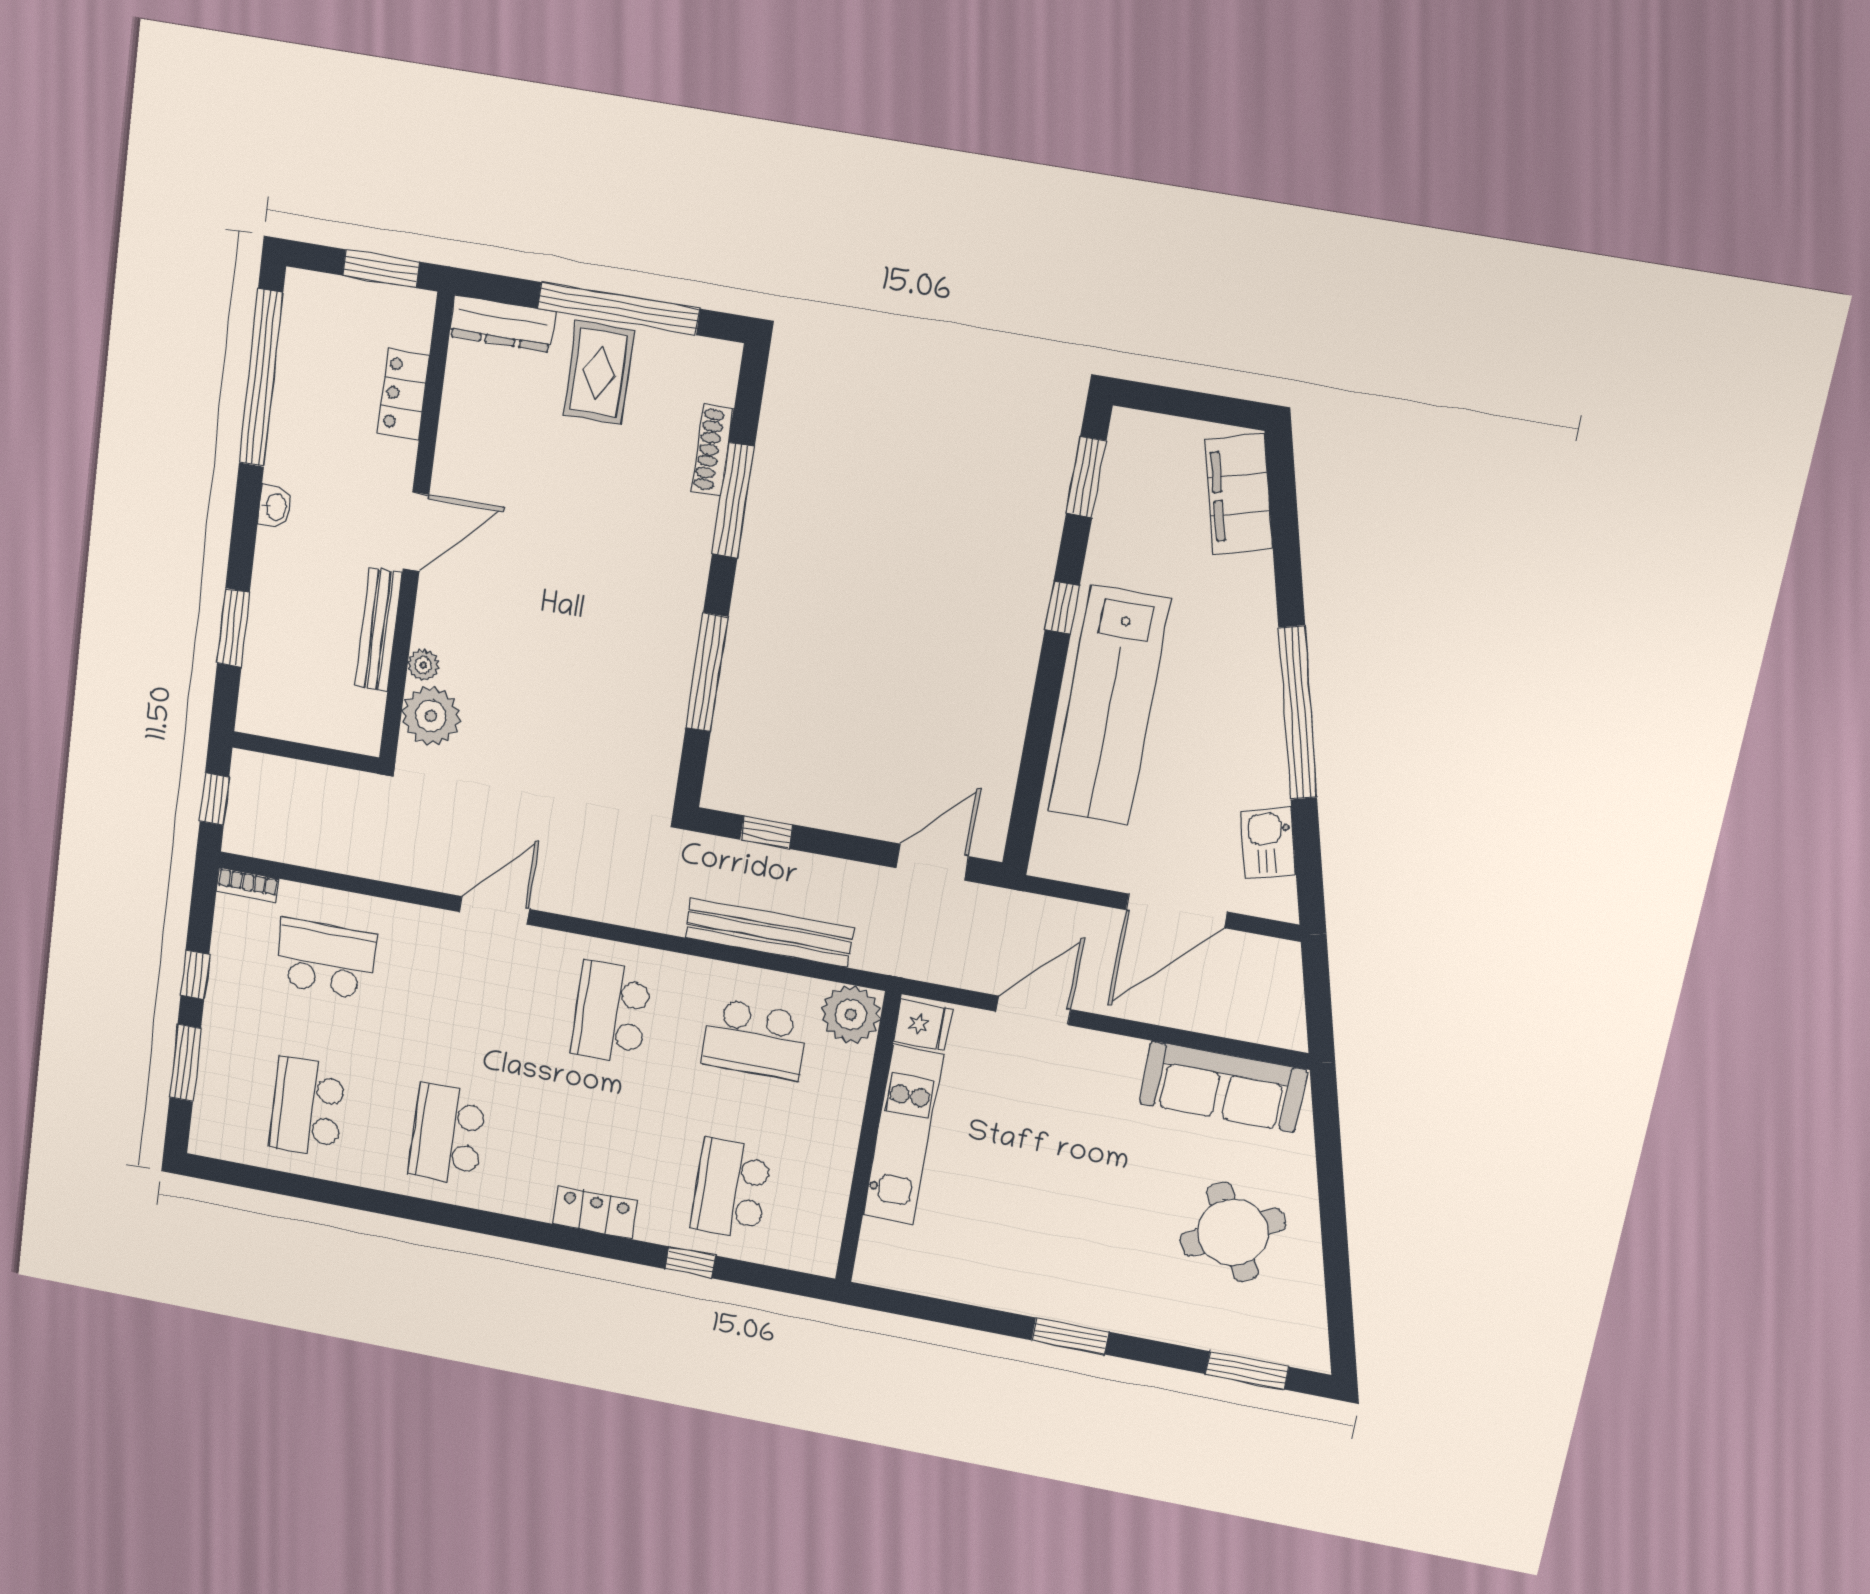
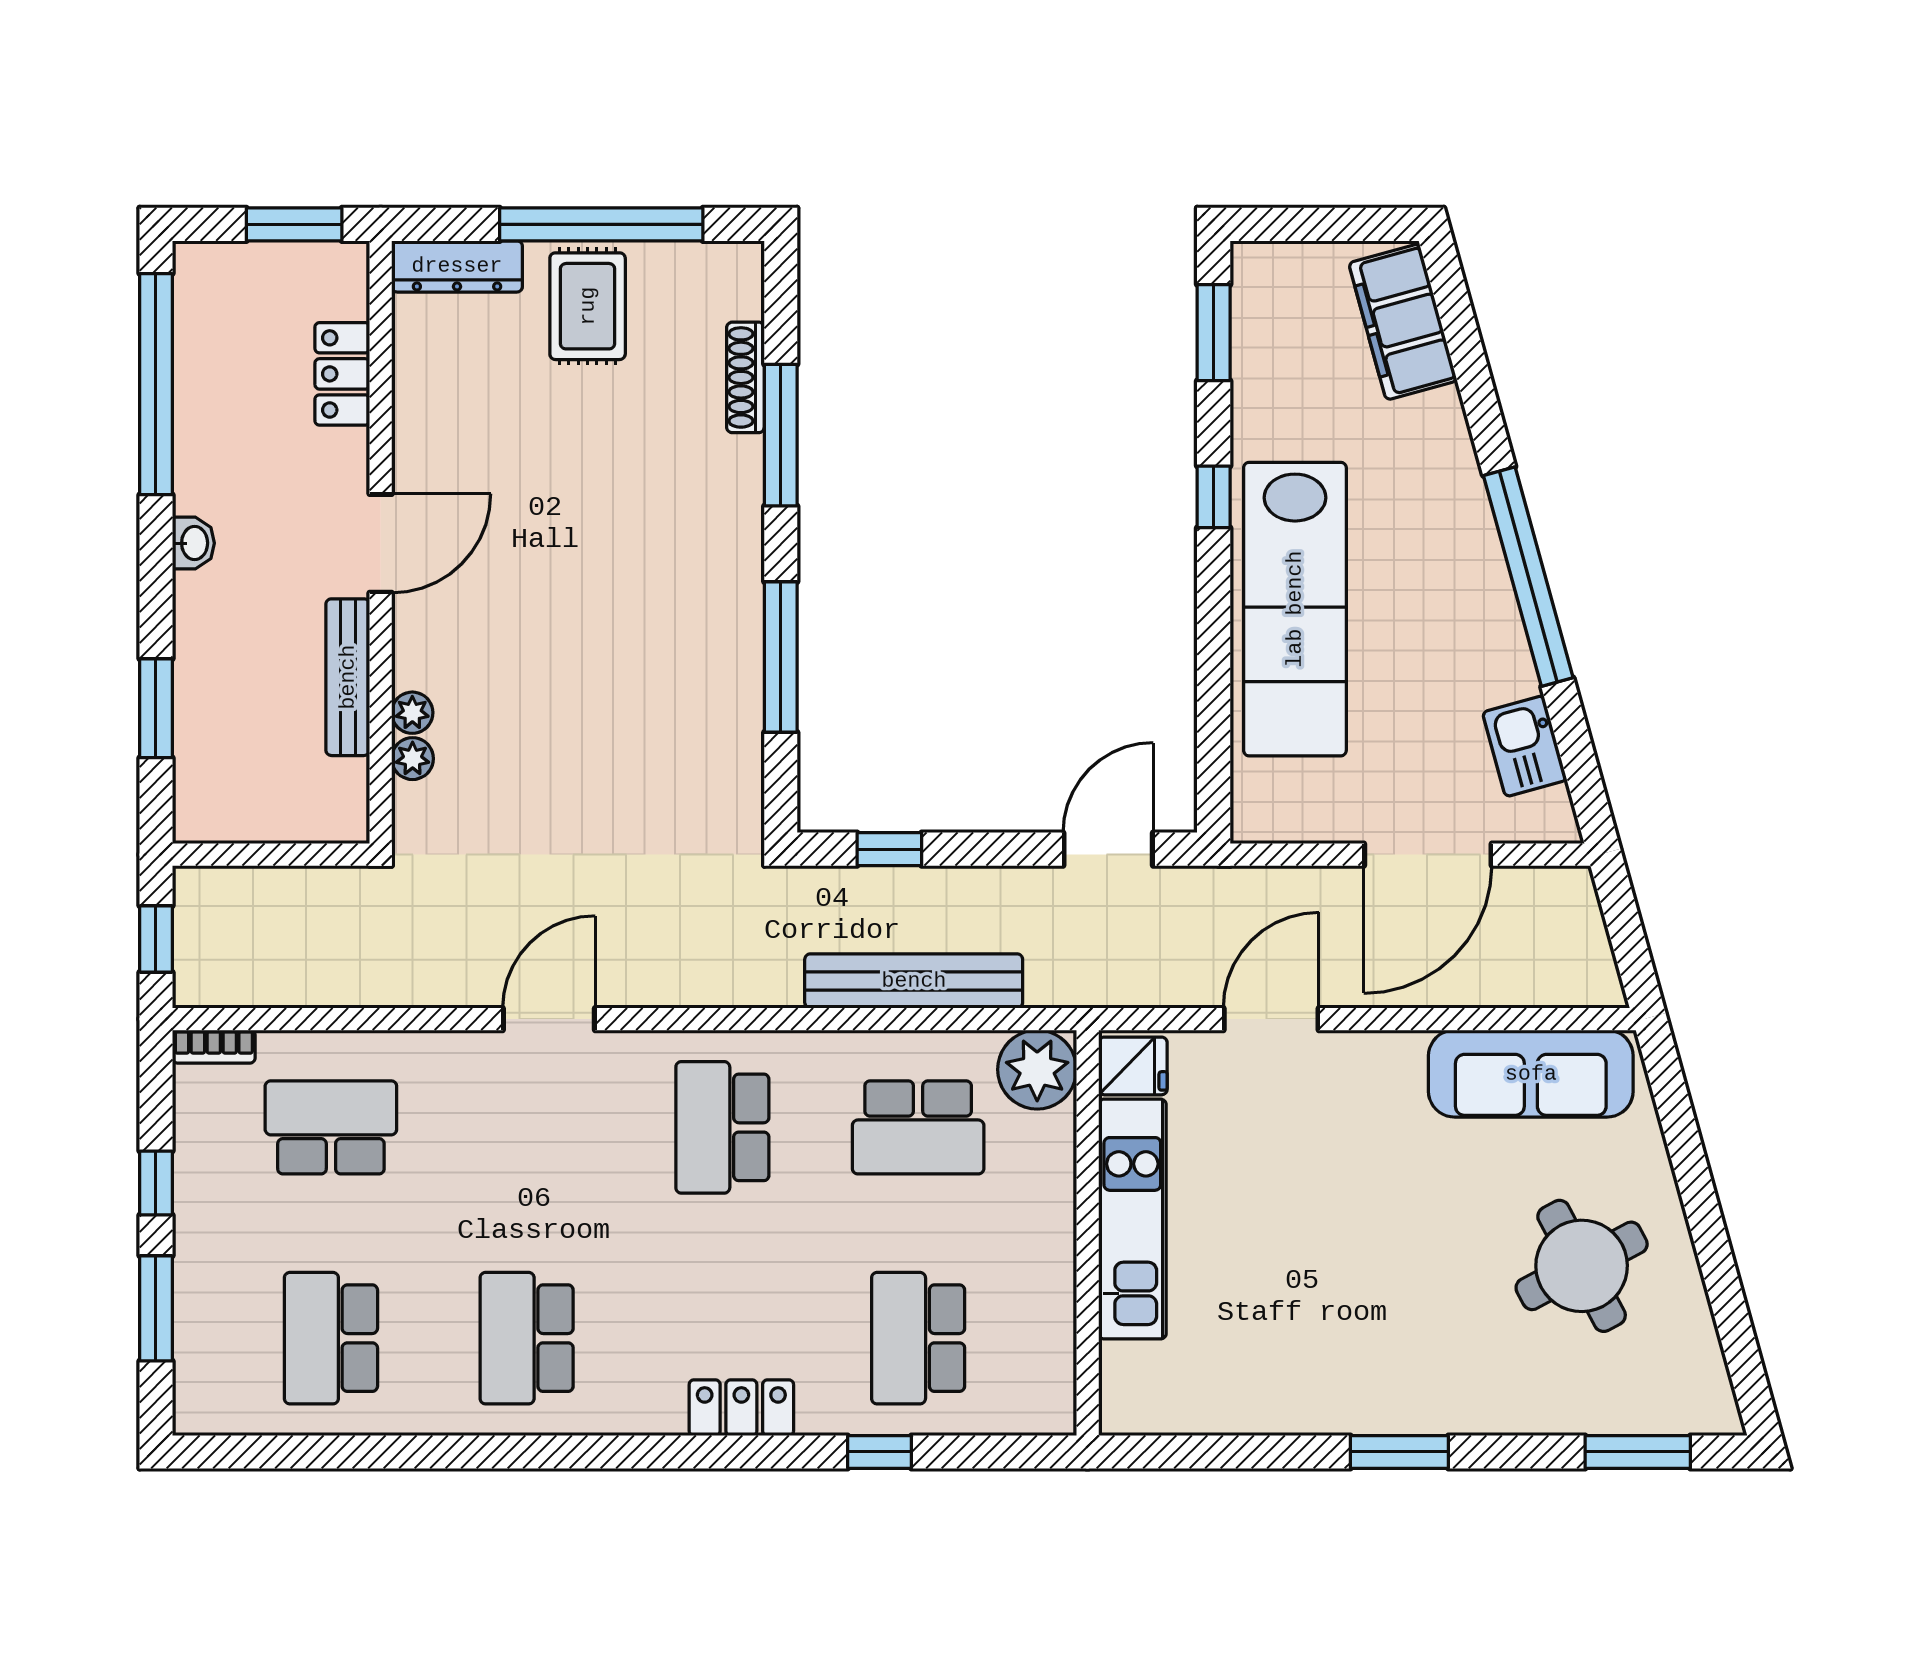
plant: (431, 716) -> (413, 759), width x0.53, depth x0.53

